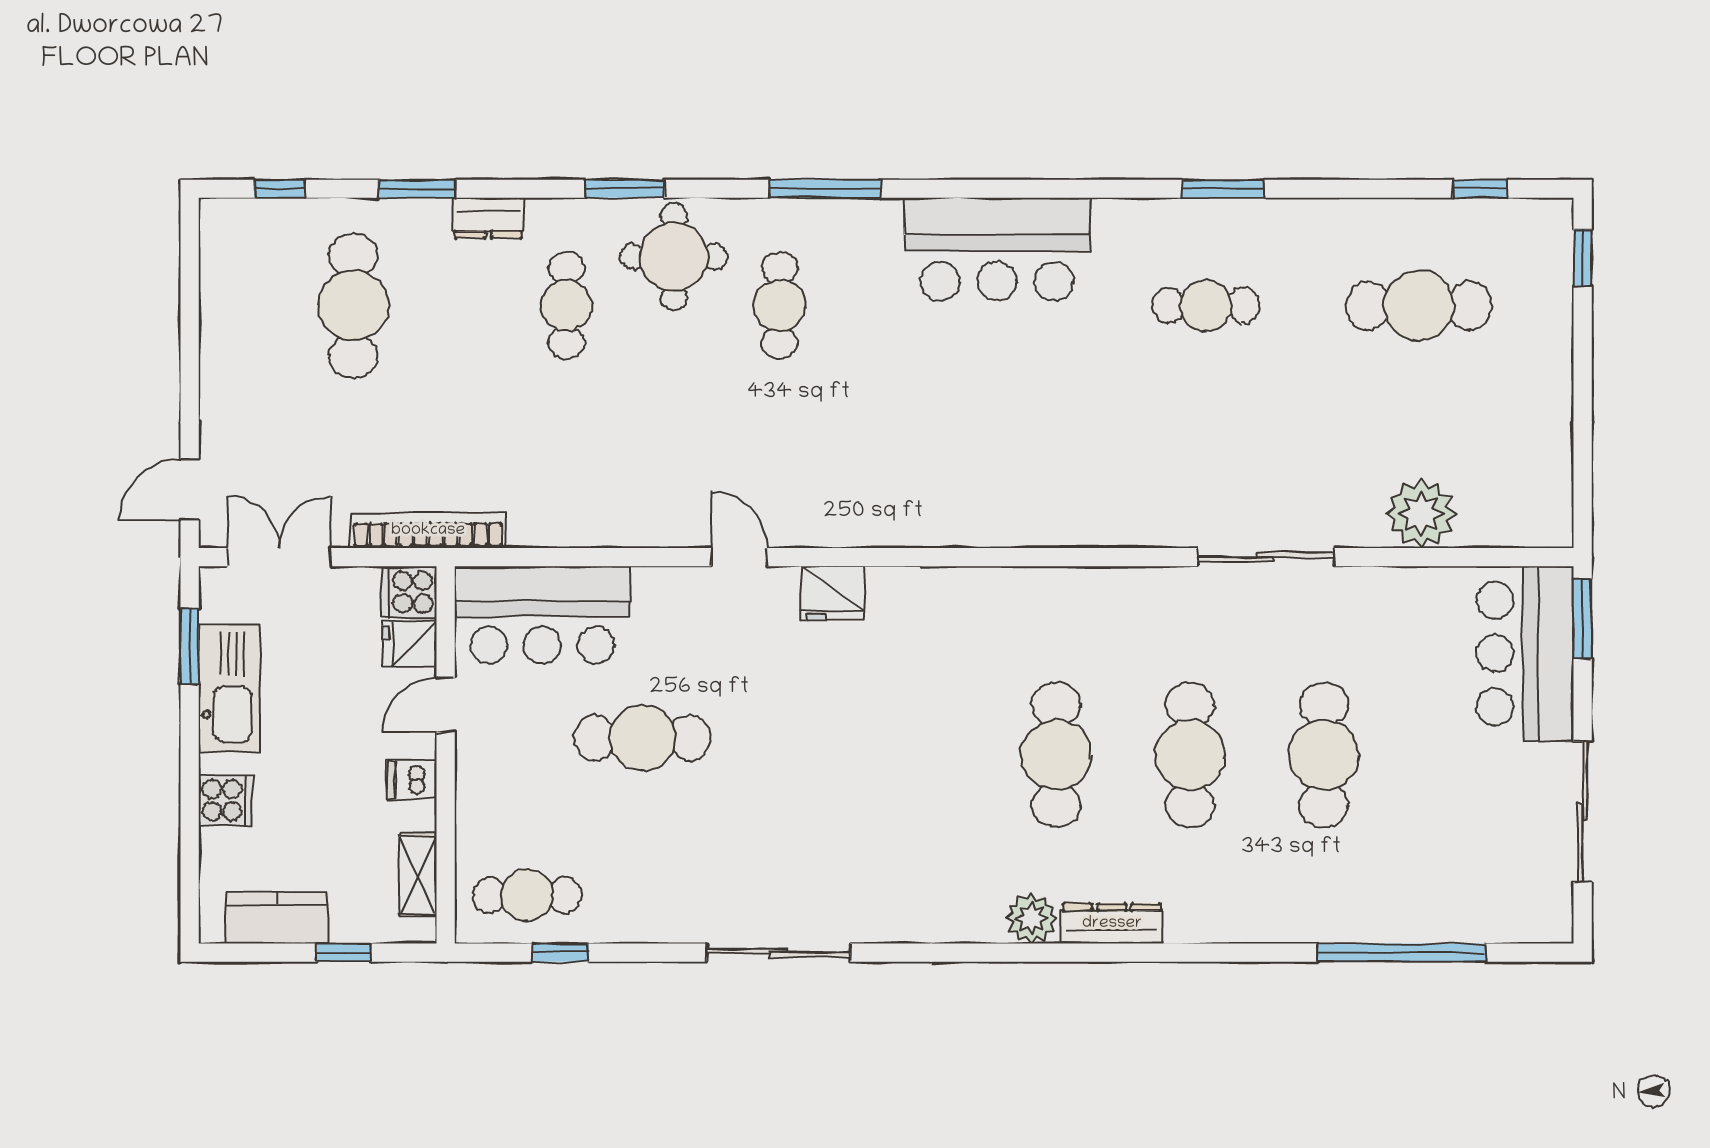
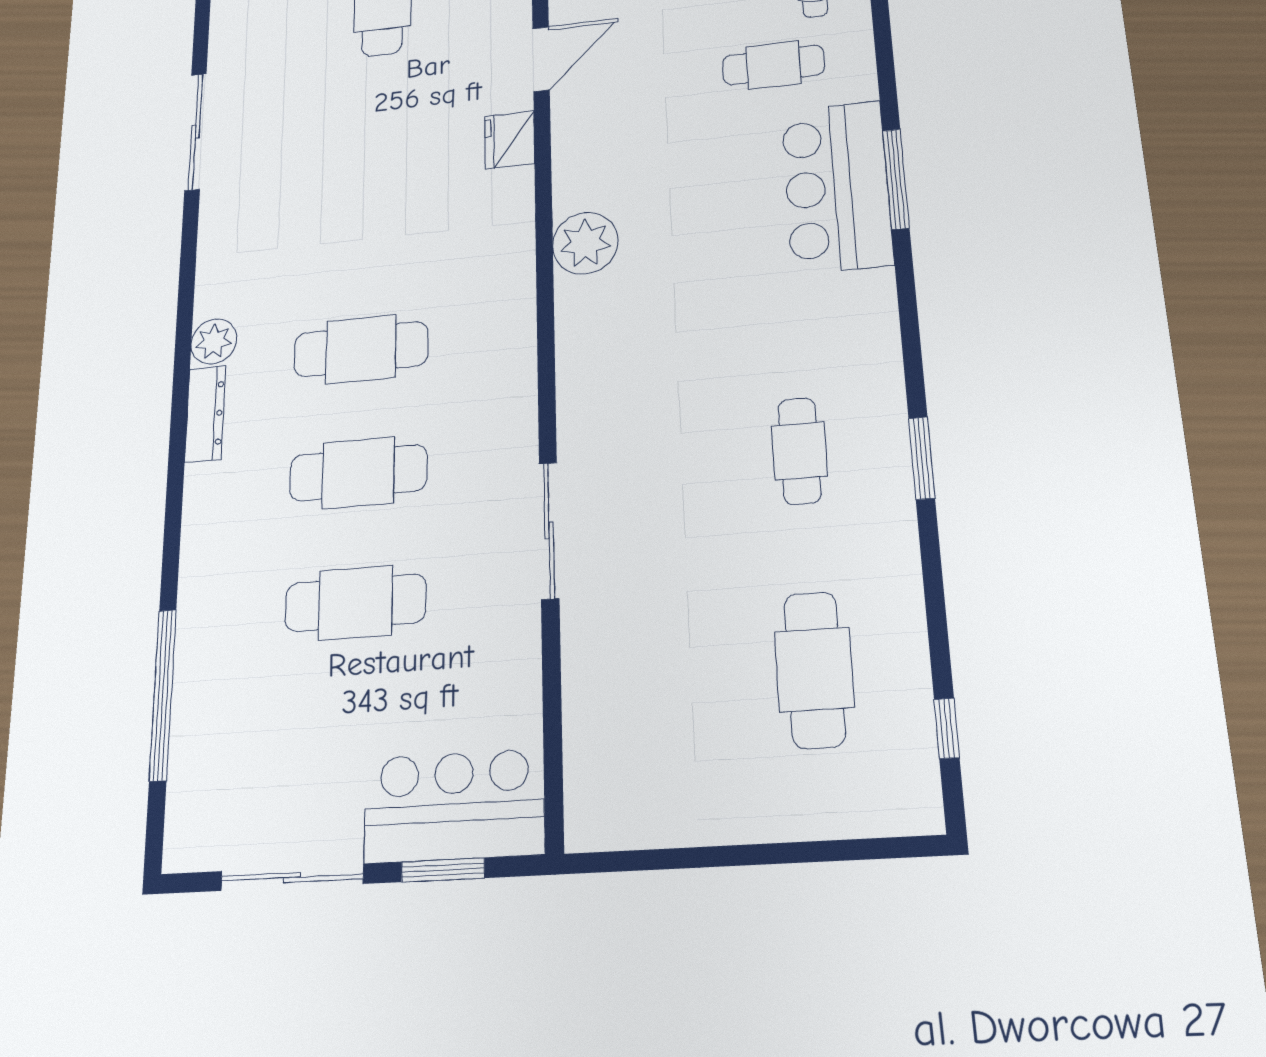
window: (825, 189) -> (896, 179), moved
bar counter: (997, 249) -> (837, 187), moved
window: (1583, 258) -> (880, 848), removed
plant: (1421, 514) -> (585, 243), moved
door: (739, 557) -> (541, 59), width x1.37
window: (1583, 619) -> (443, 870), moved

